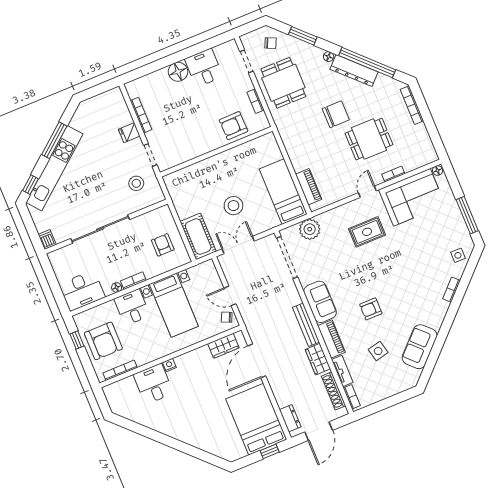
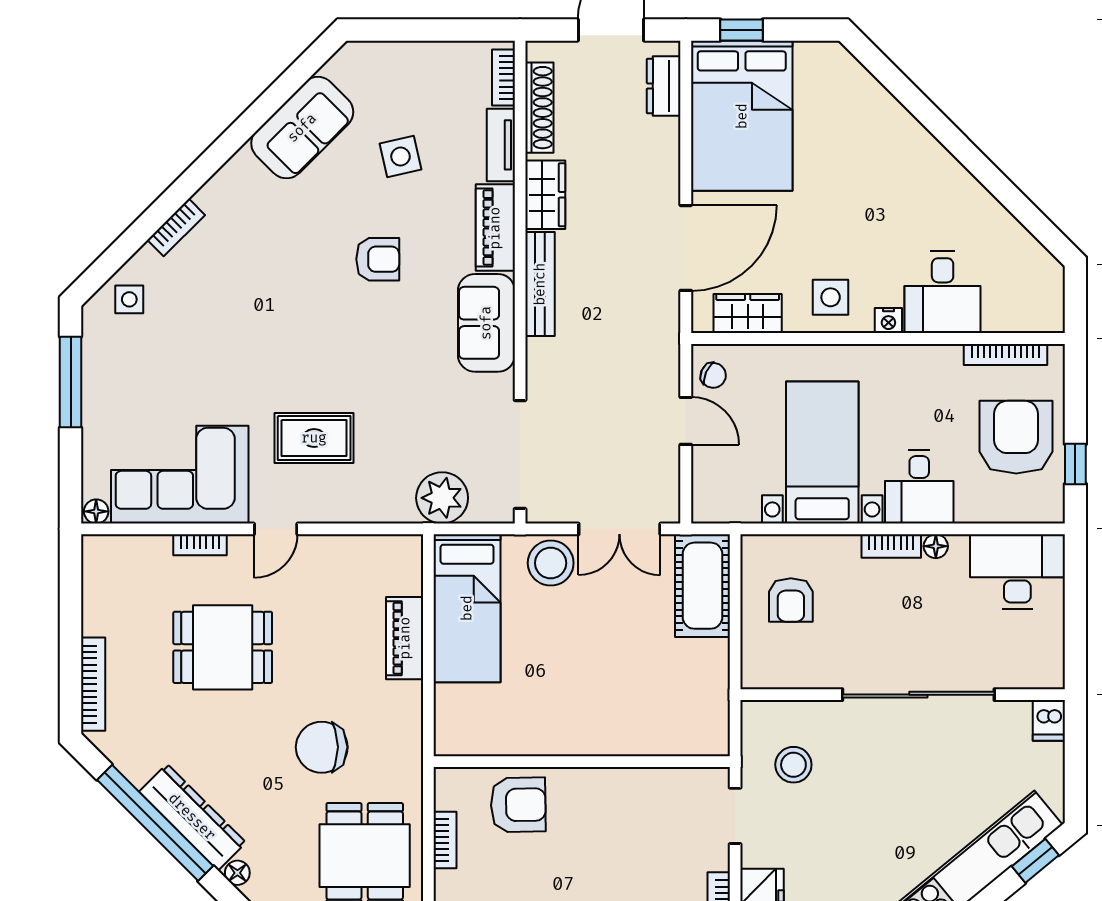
chair: (336, 114) -> (322, 747), moved
piano: (309, 187) -> (405, 638), moved
stool: (233, 206) -> (551, 563), moved
side table: (195, 365) -> (831, 297), added

